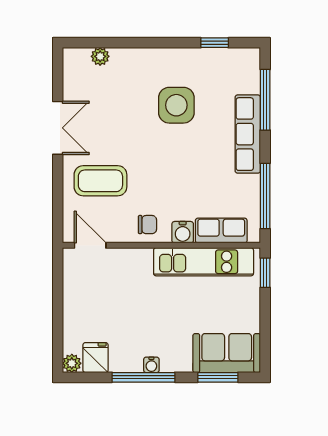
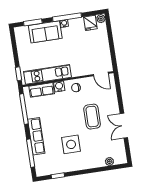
coffee table: (100, 181) -> (92, 117), moved, turned 90
sofa: (227, 353) -> (45, 32), moved

